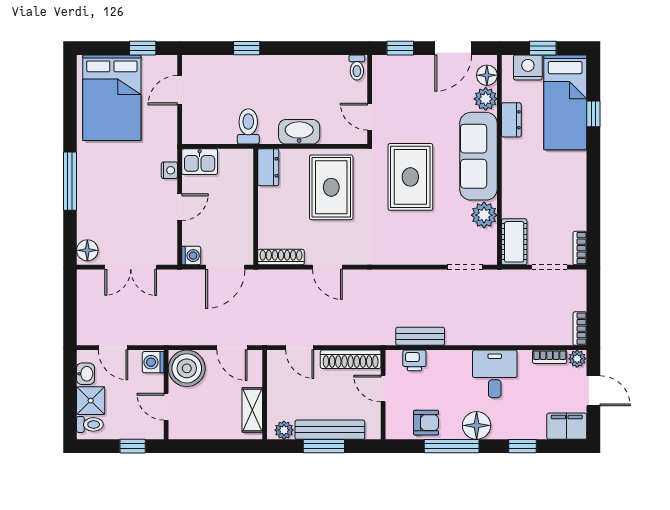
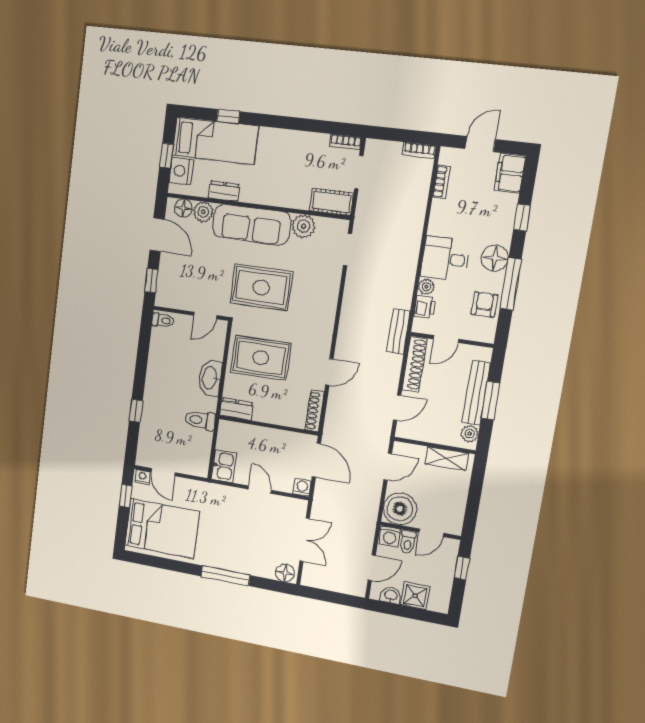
nightstand: (169, 170) -> (142, 477), moved
bench: (420, 336) -> (398, 331), moved
plant: (577, 359) -> (426, 287), moved
desk: (495, 374) -> (445, 259), moved
toilet: (90, 424) -> (408, 542), moved, turned 180

